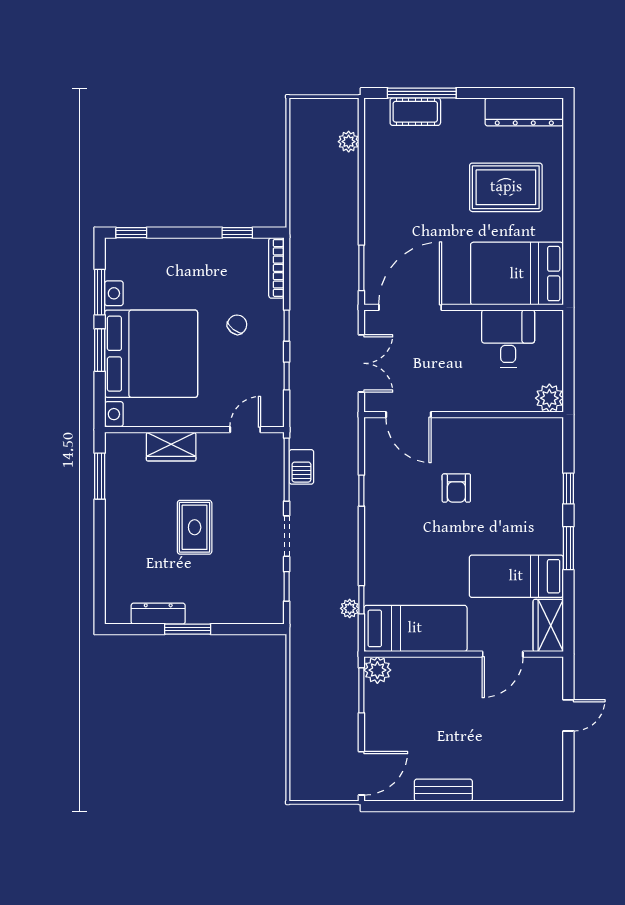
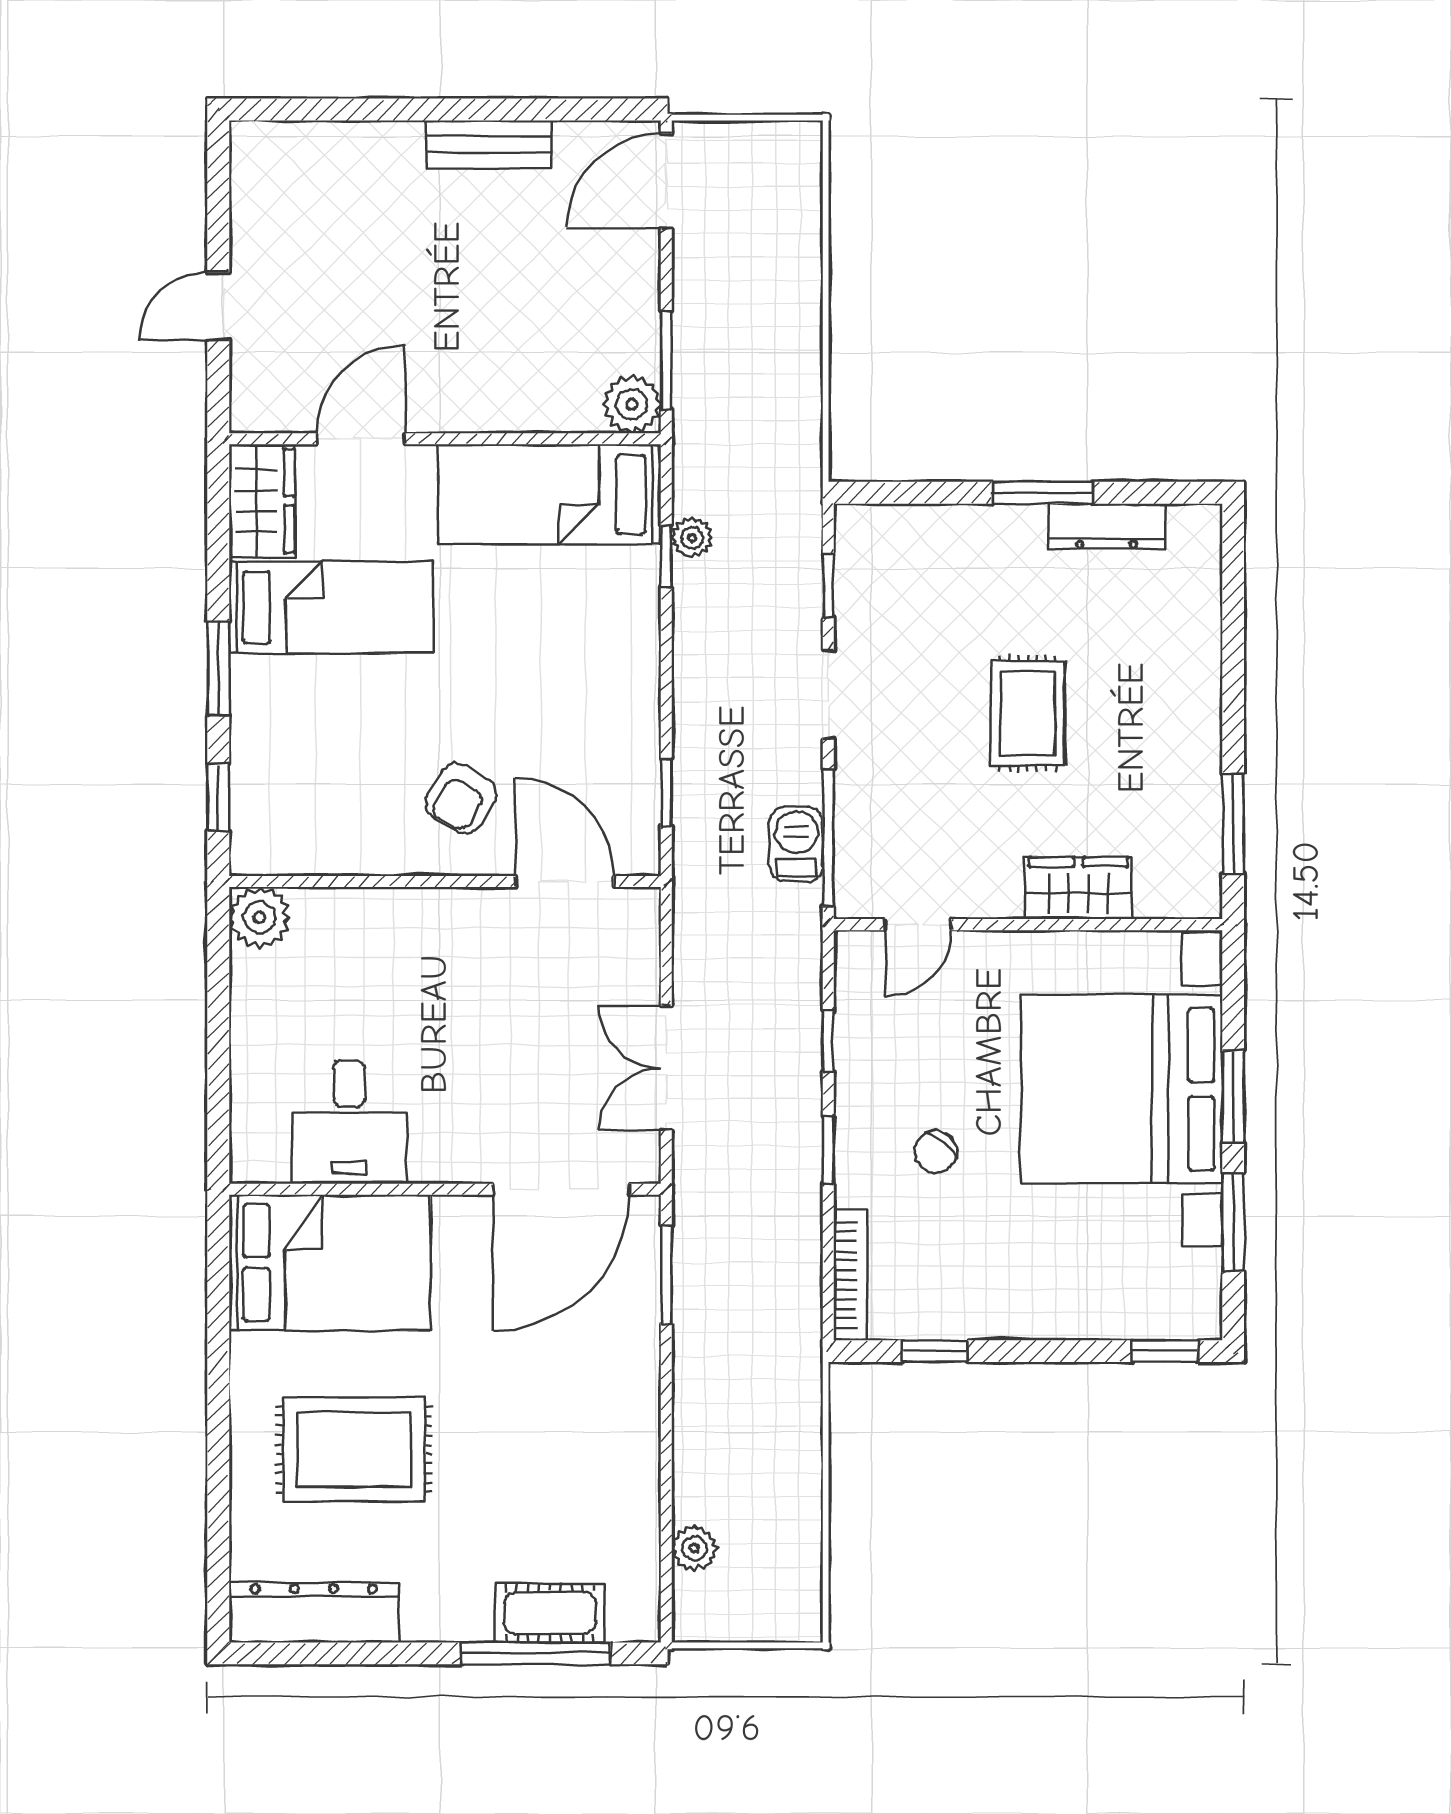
plant: (549, 398) -> (260, 917), moved
door: (409, 415) -> (565, 881), moved
wall: (464, 415) -> (445, 881), moved
armchair: (456, 488) -> (461, 798), turned -150

